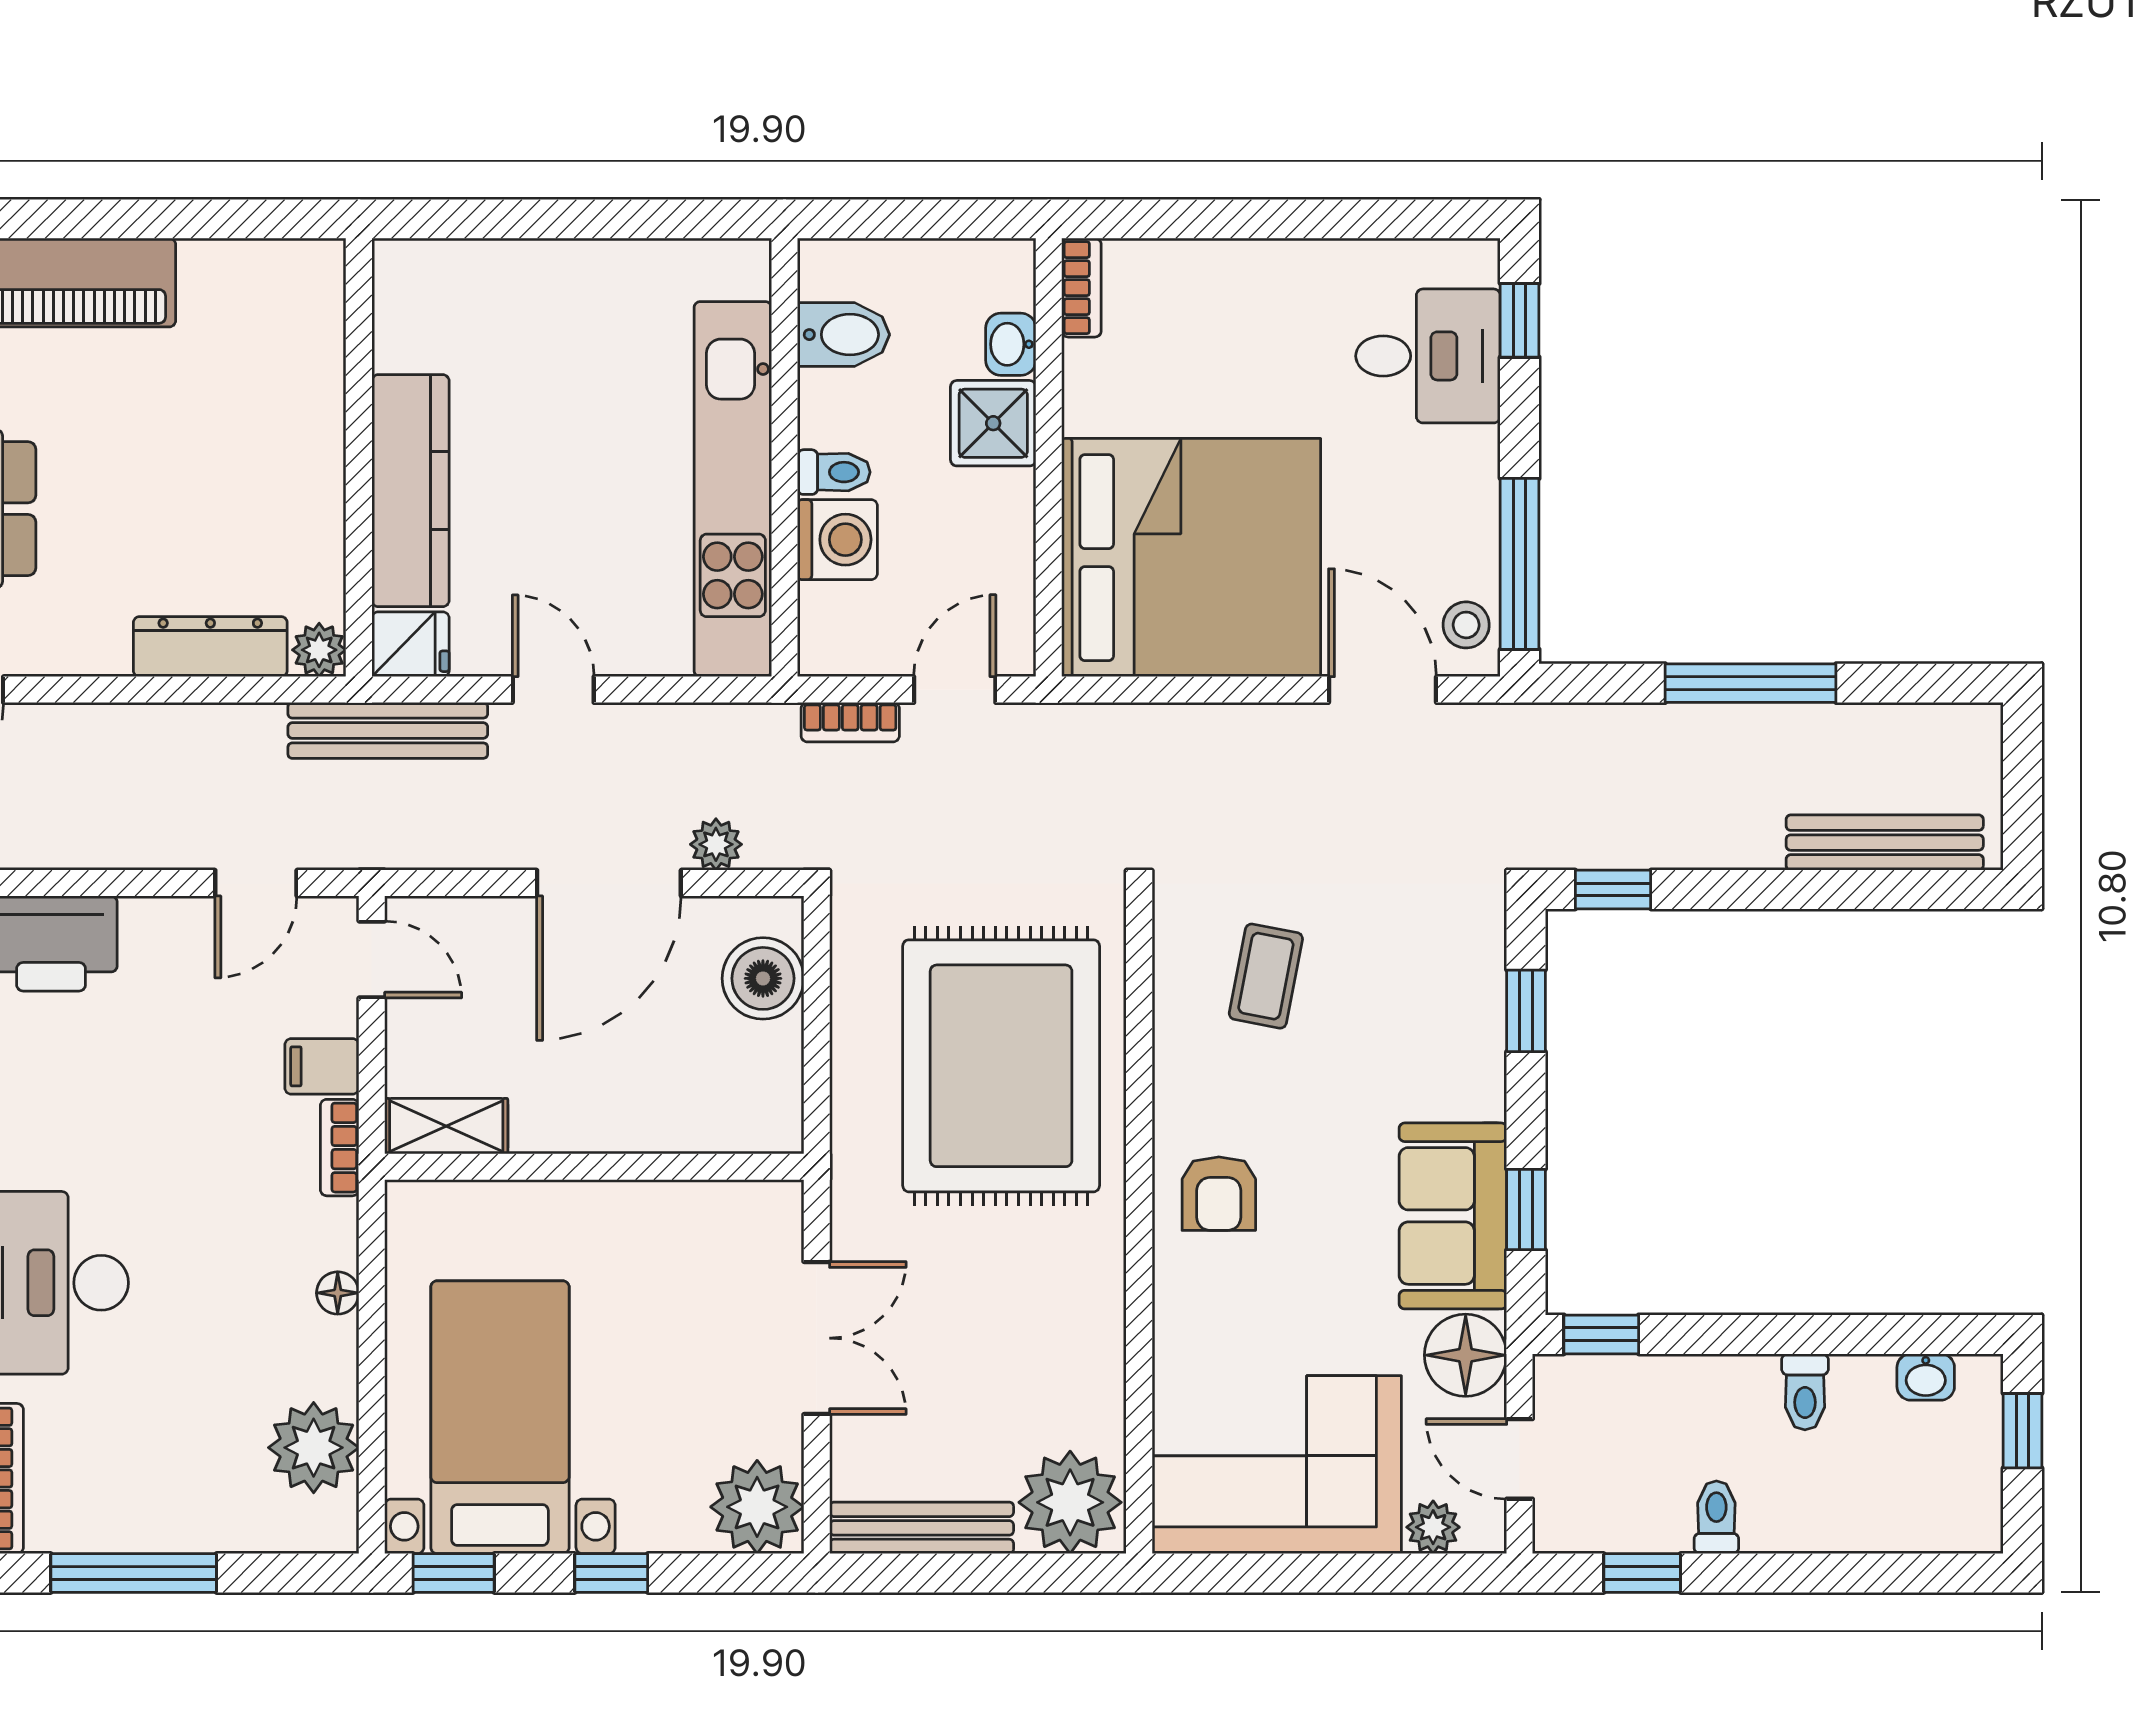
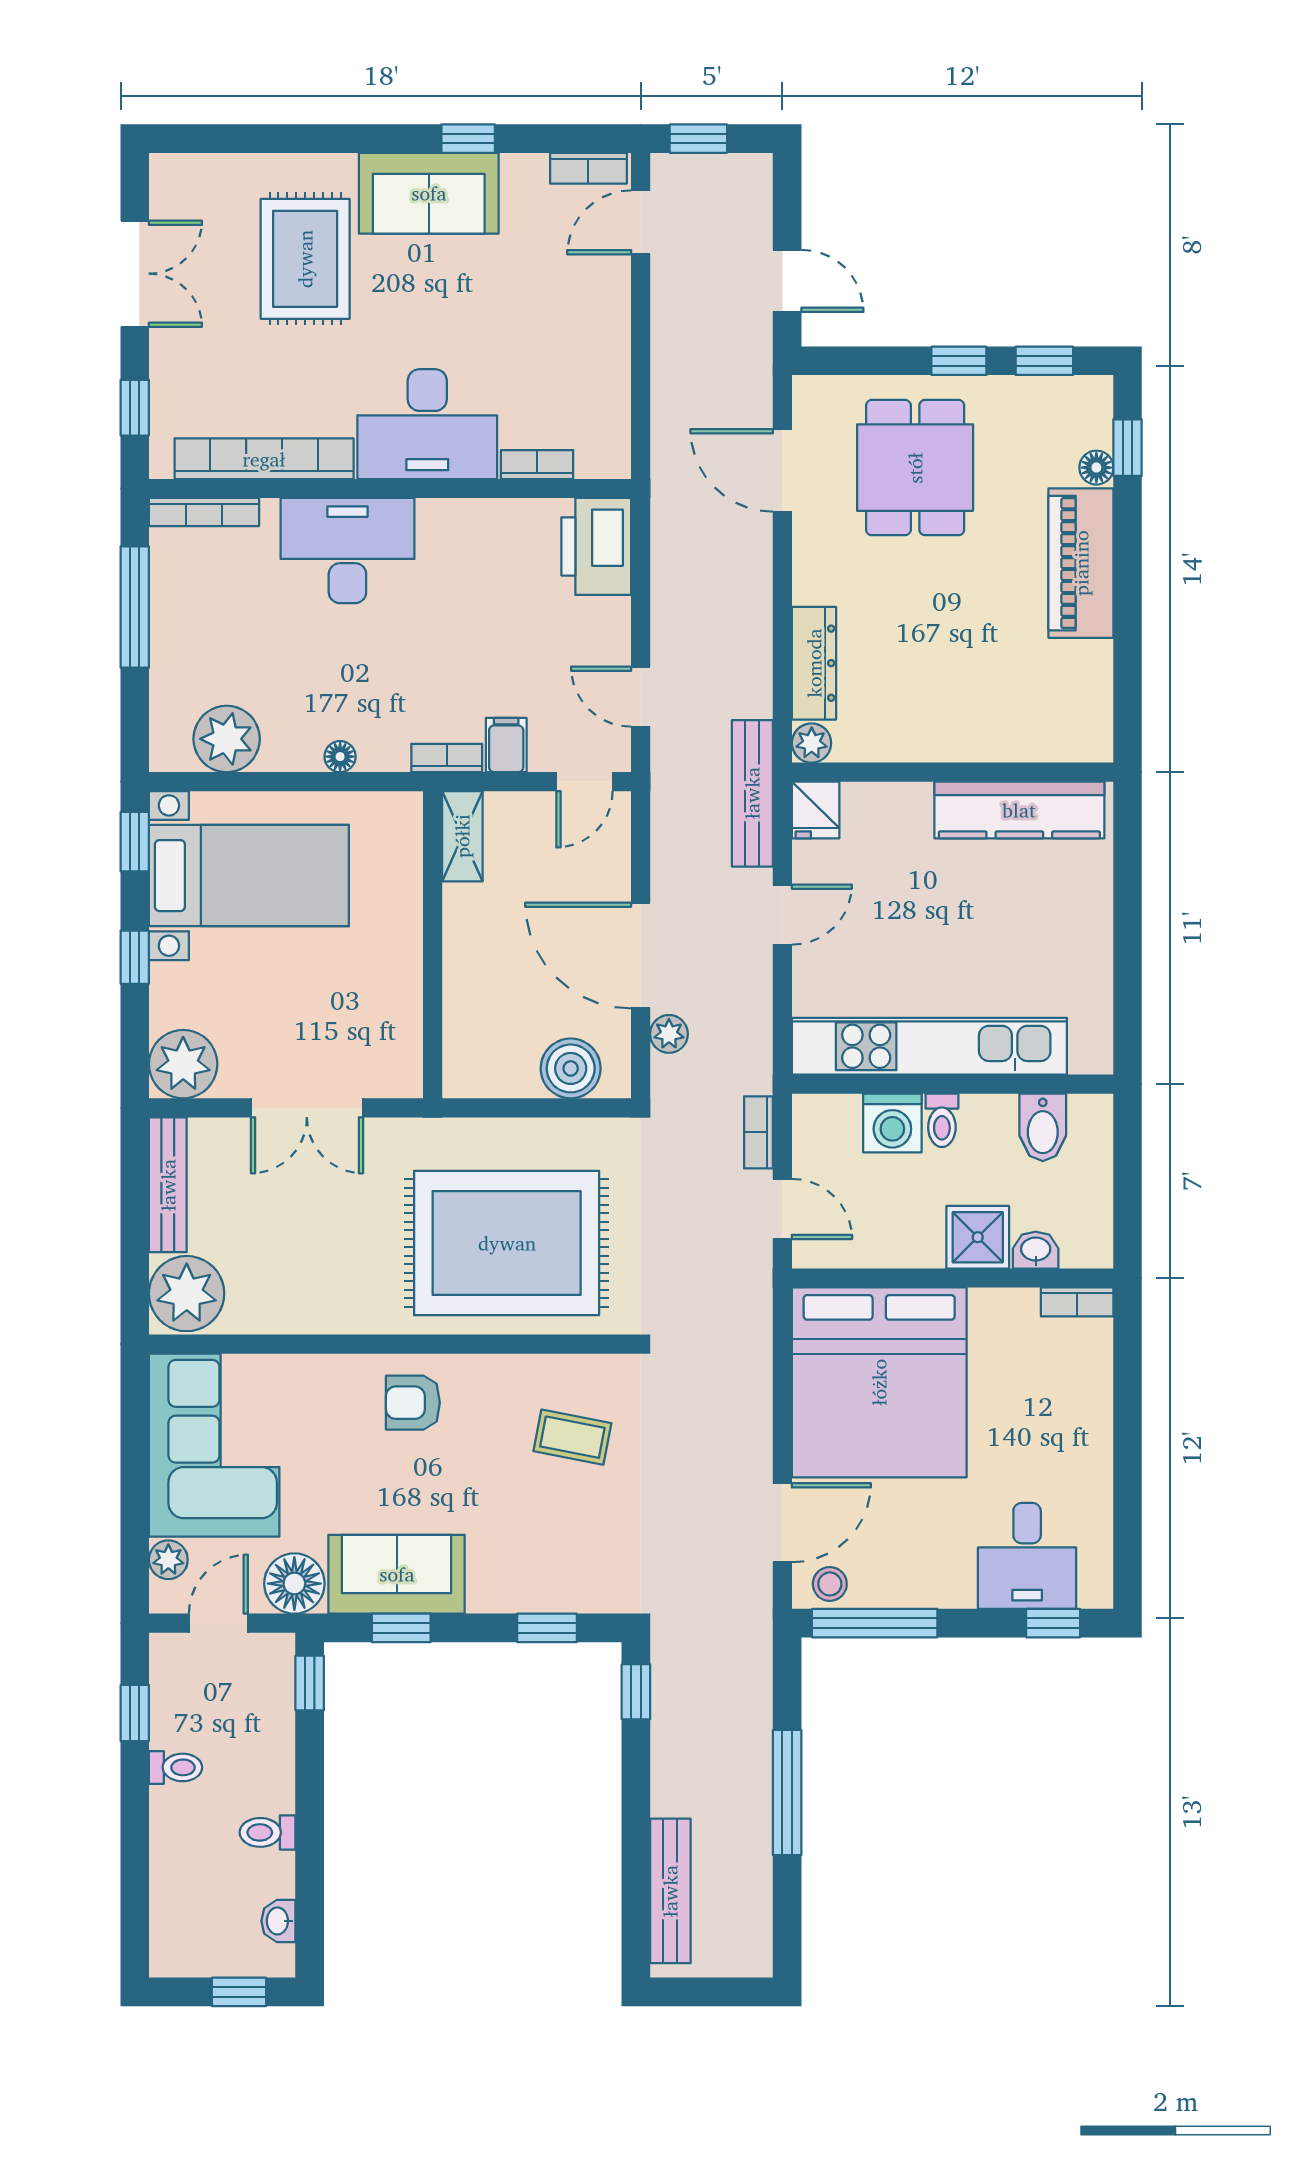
kitchen counter: (410, 491) -> (1019, 810), moved

